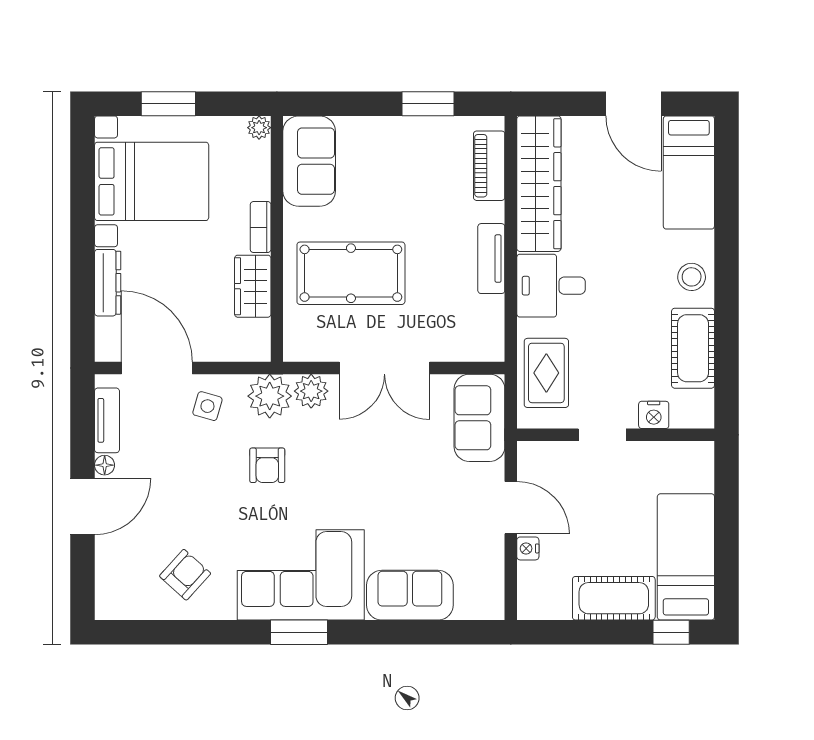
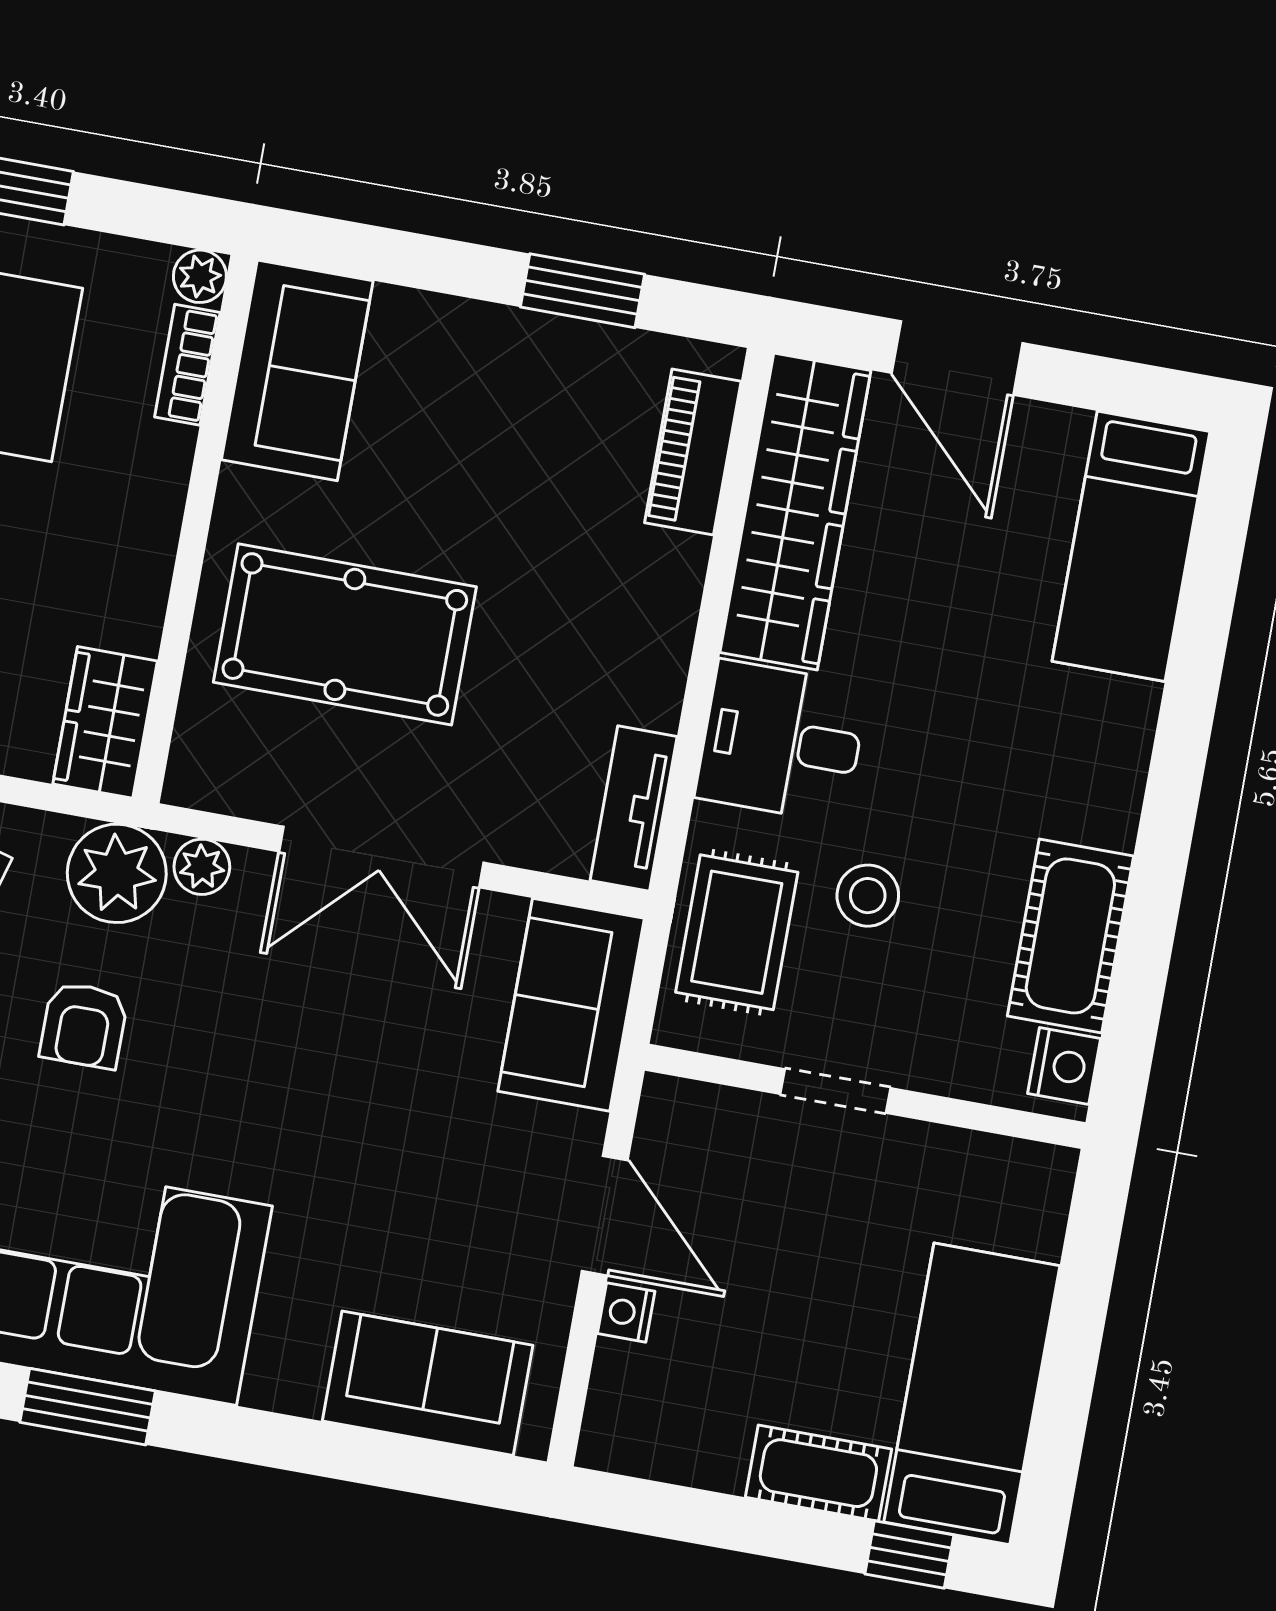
door: (633, 104) -> (957, 358), moved
bookcase: (261, 227) -> (187, 365), moved
tv unit: (491, 259) -> (634, 809), moved
stool: (692, 277) -> (868, 896), moved
wardrobe: (253, 286) -> (105, 722), moved
plant: (311, 391) -> (202, 867), width x0.73, depth x0.73
nightstand: (654, 415) -> (1064, 1066), moved, turned -90
sofa: (410, 595) -> (428, 1383), moved
cot: (614, 598) -> (818, 1473), width x0.73, depth x0.75

